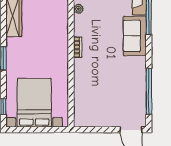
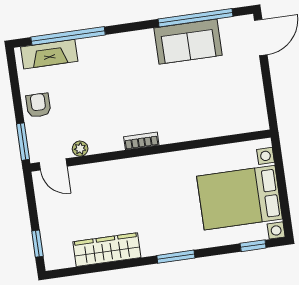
sofa: (135, 36) -> (188, 42), moved

